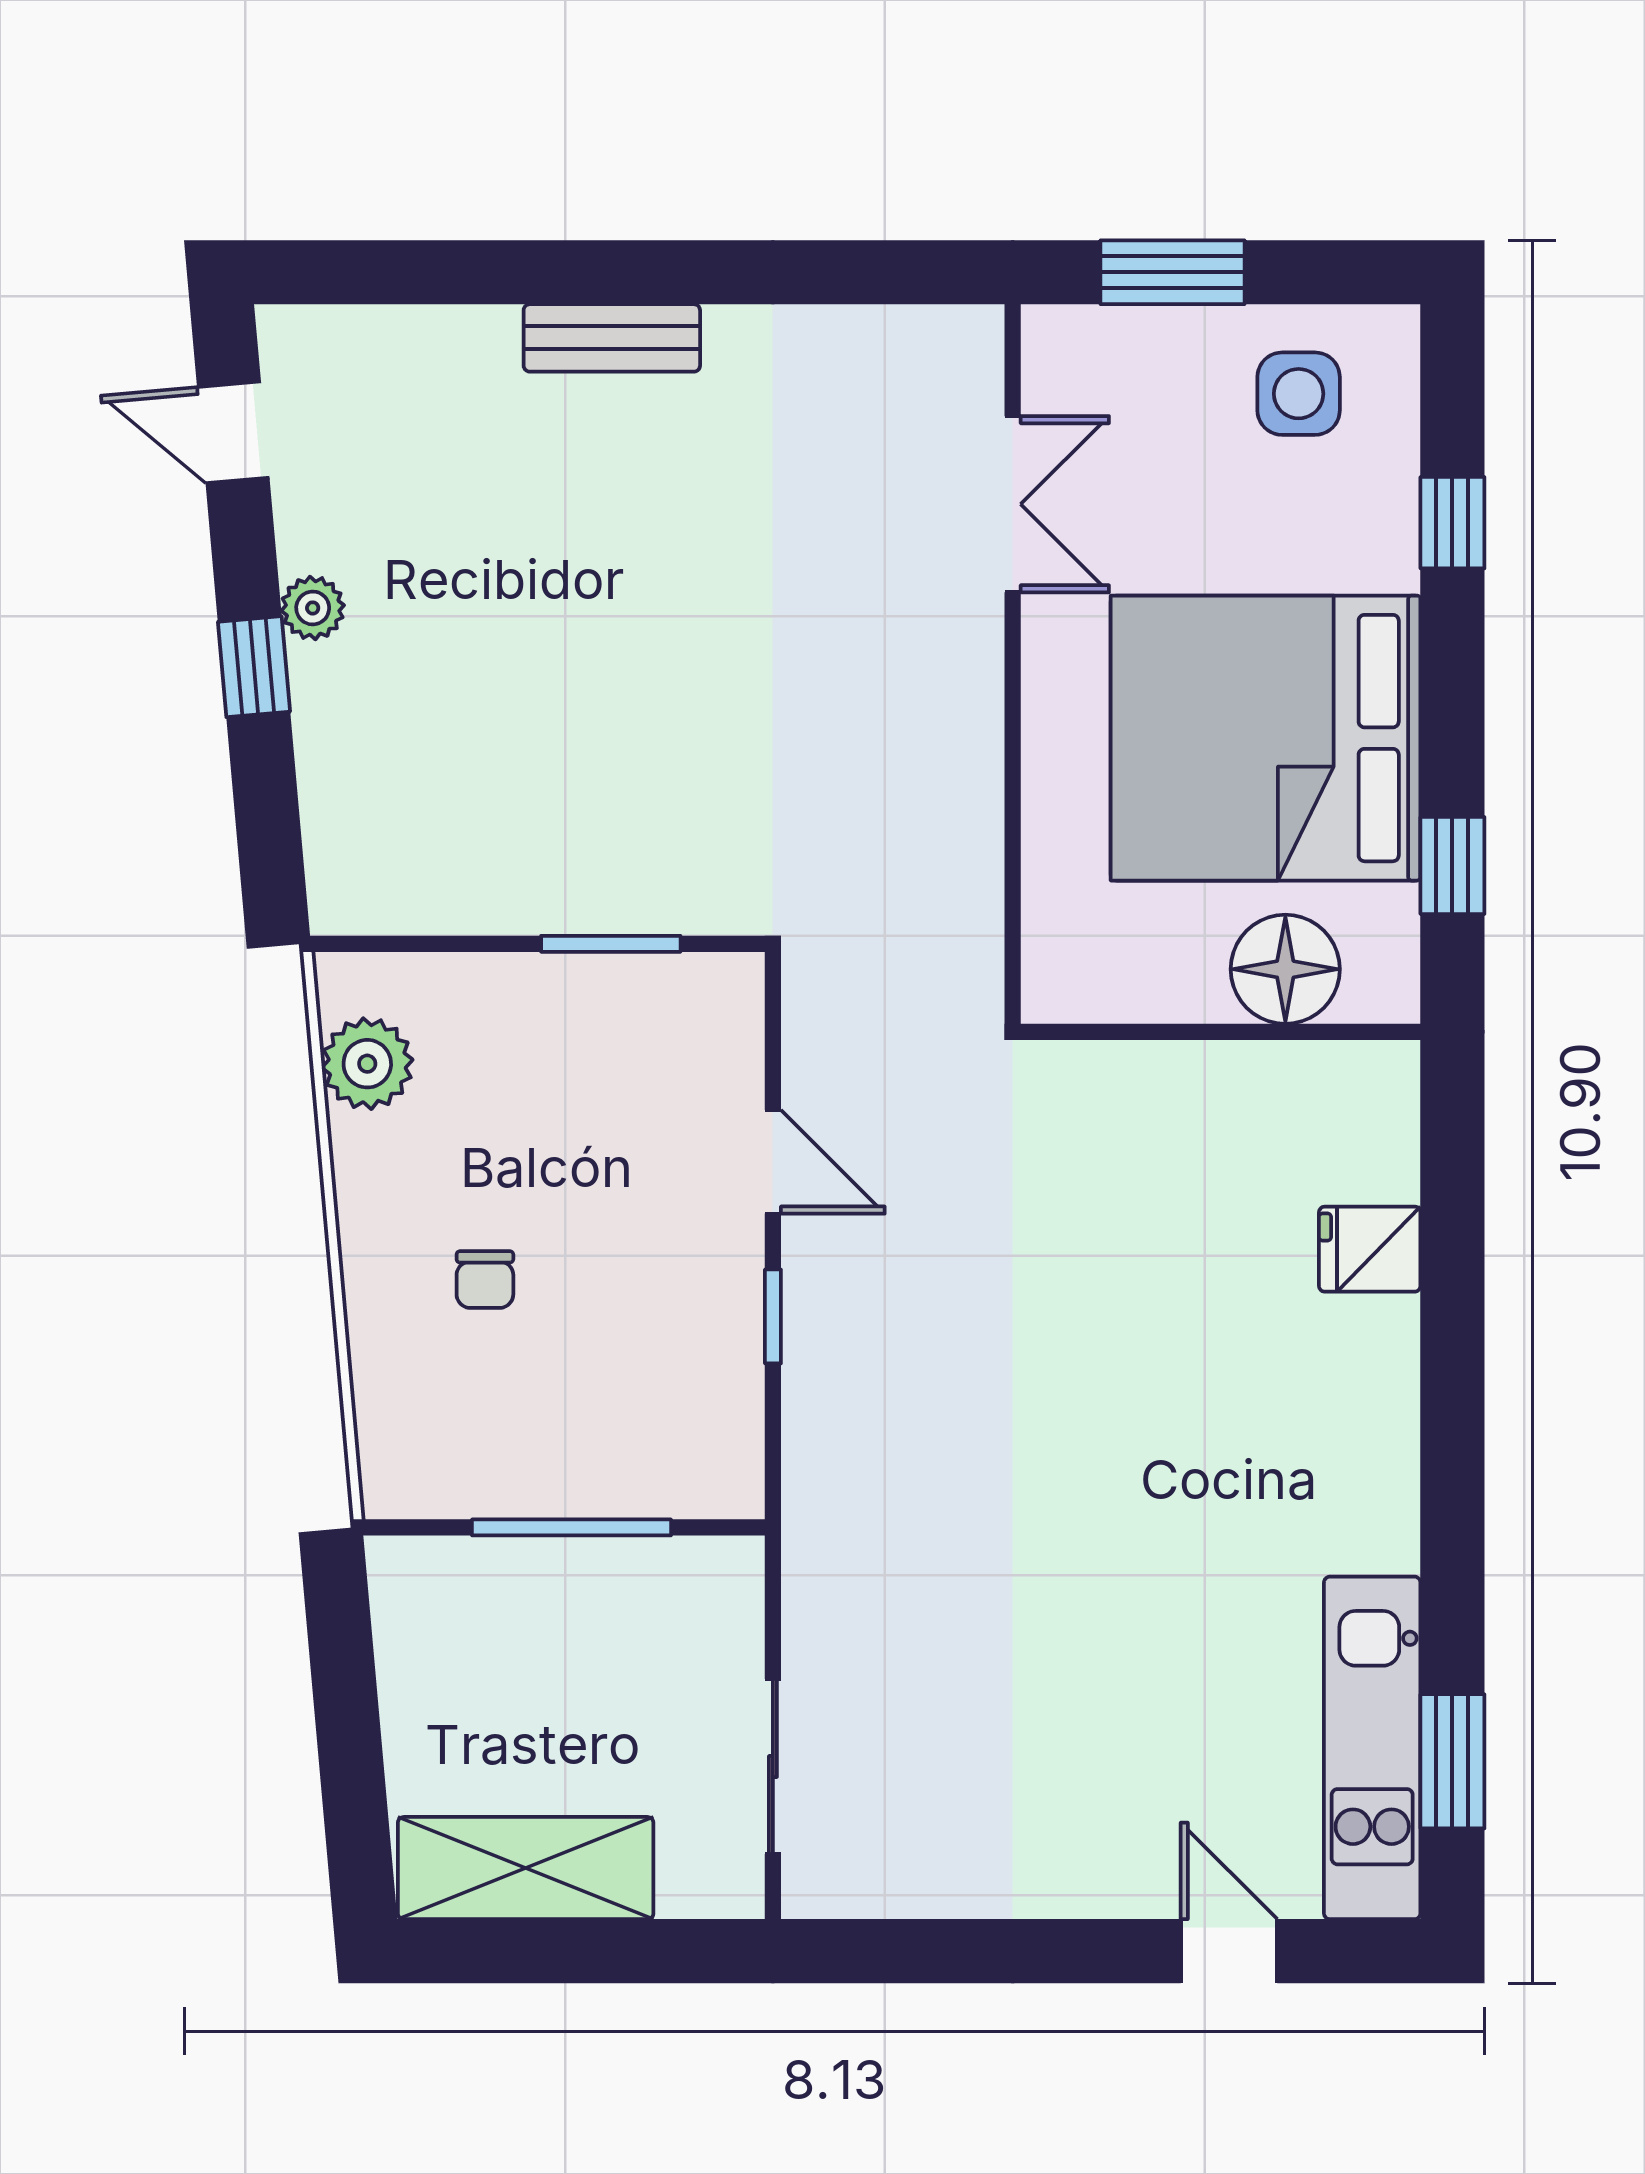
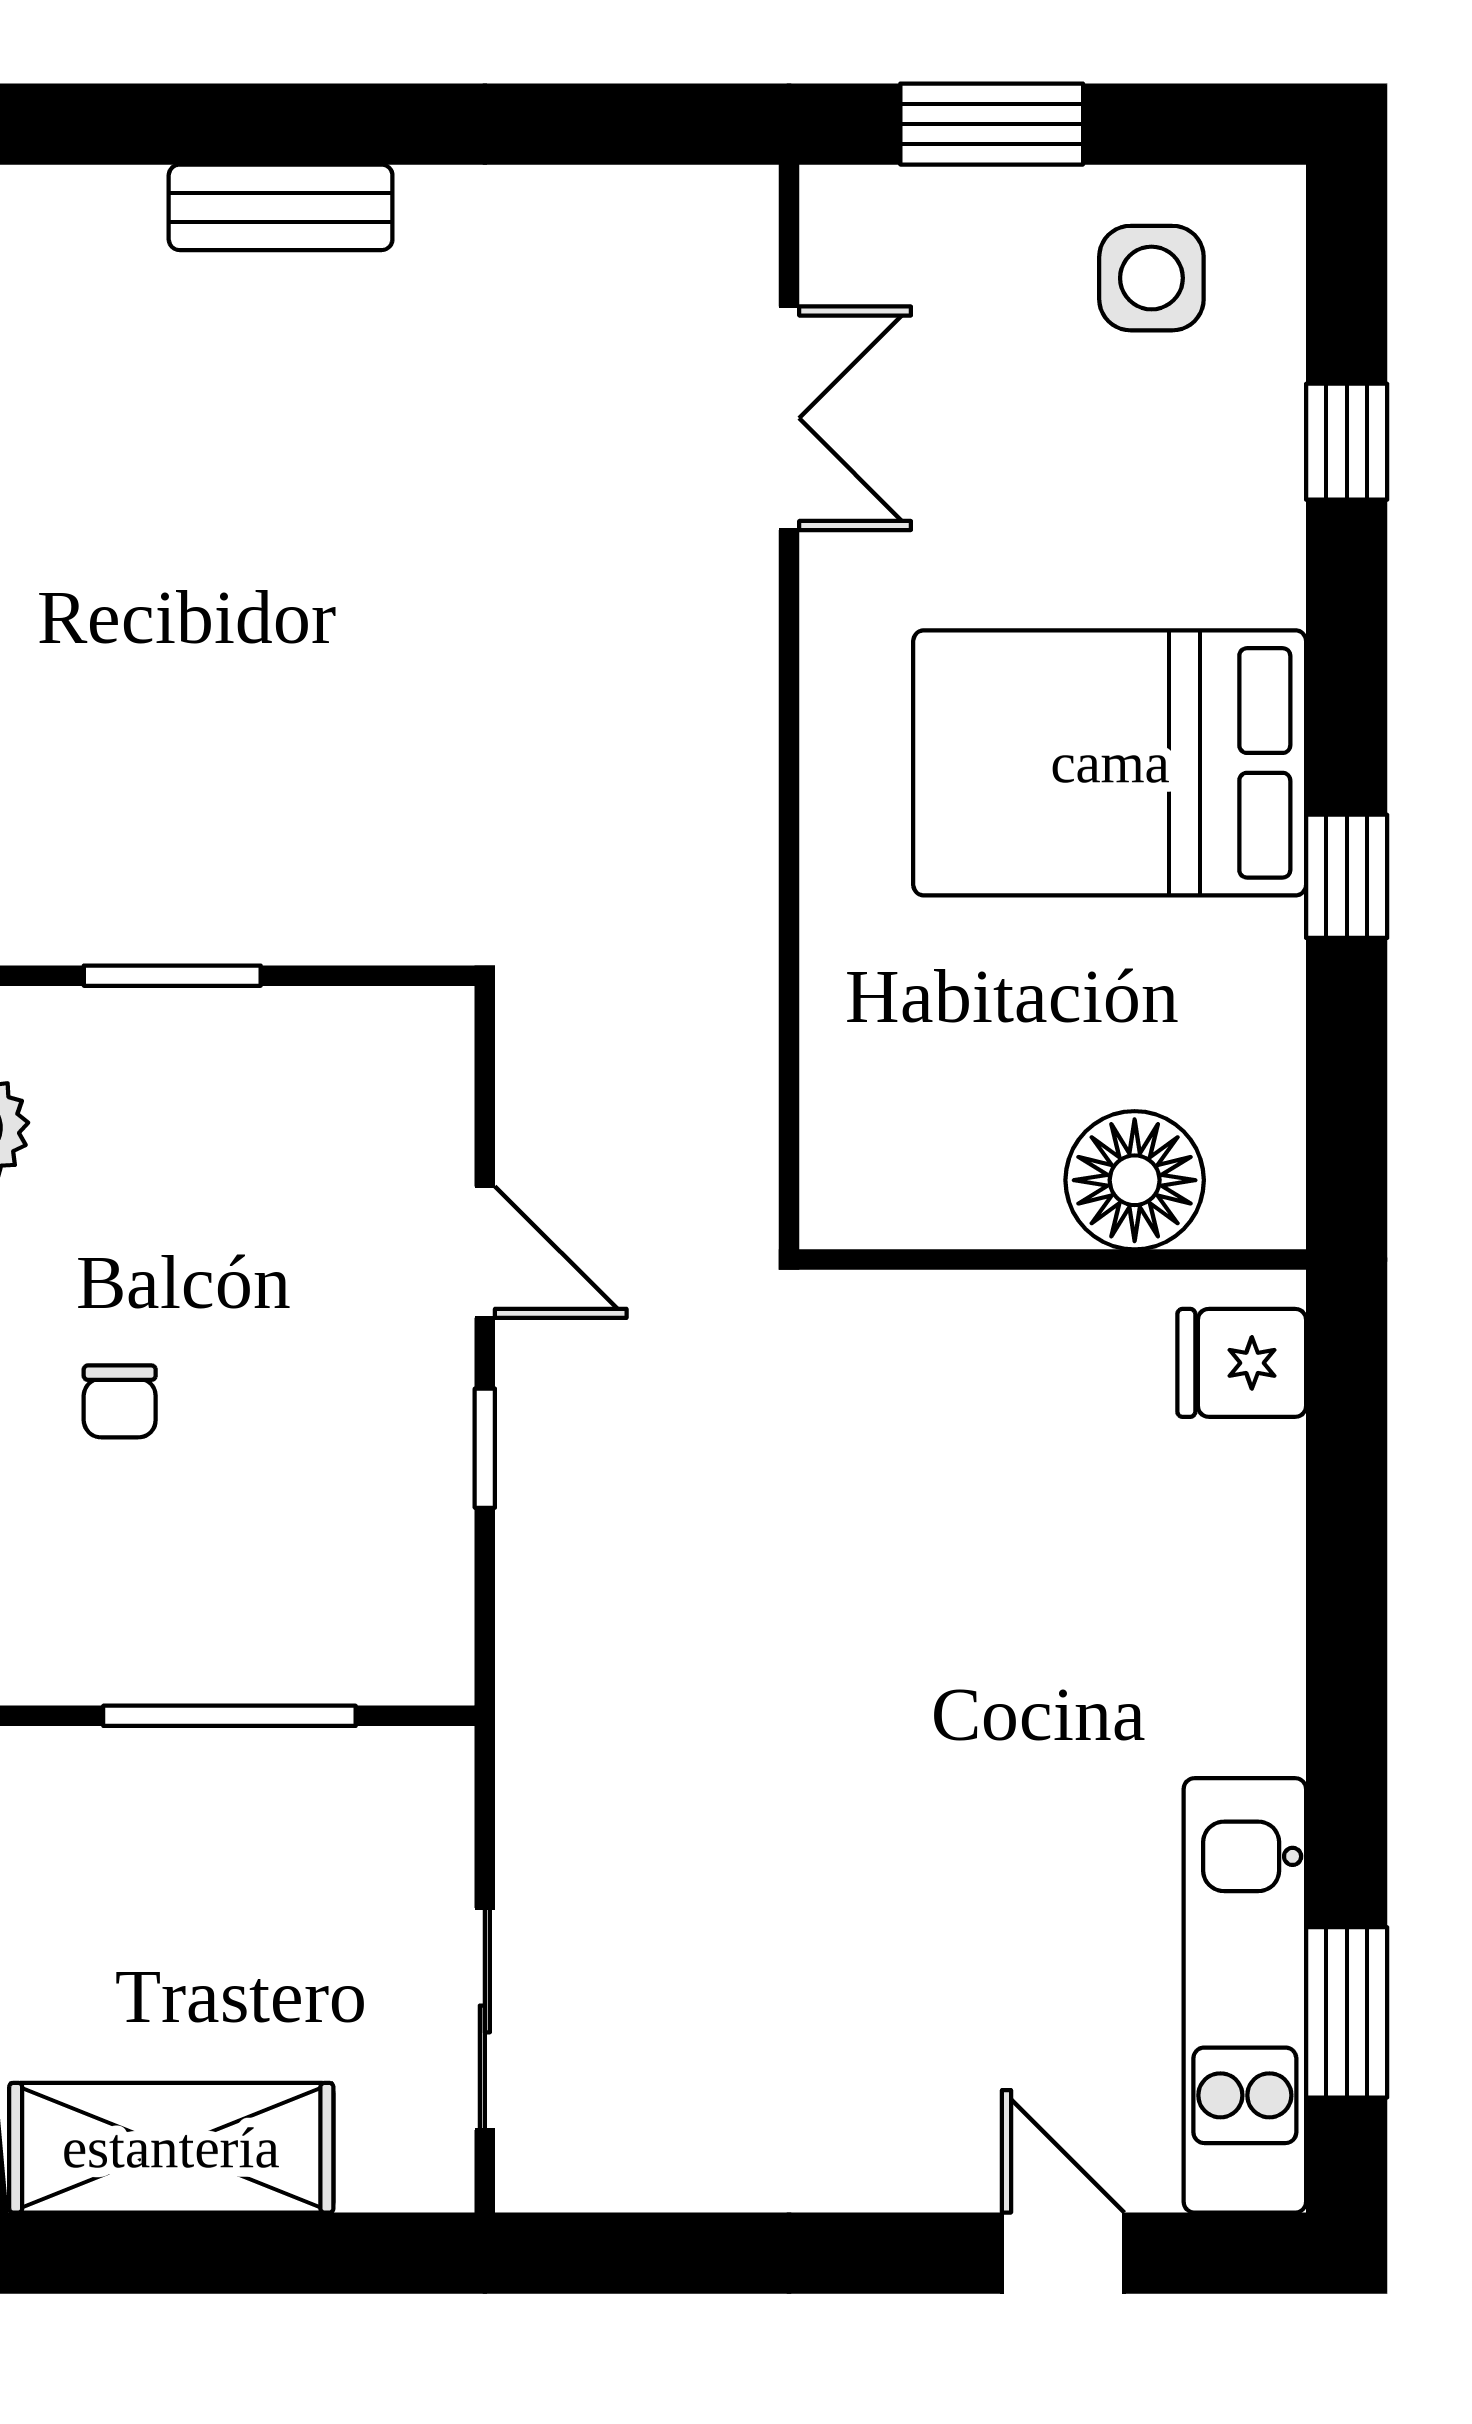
bed: (1266, 738) -> (1110, 763), width x0.73
window: (611, 944) -> (172, 976), moved
floor lamp: (1285, 969) -> (1135, 1180), moved
wall: (1221, 1032) -> (1053, 1260), moved

